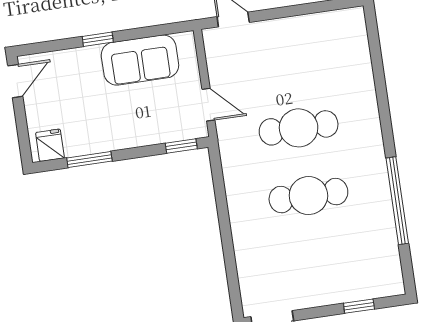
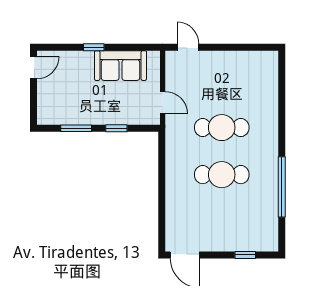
fridge: (50, 145) -> (51, 115), removed
window: (181, 146) -> (116, 128), moved

